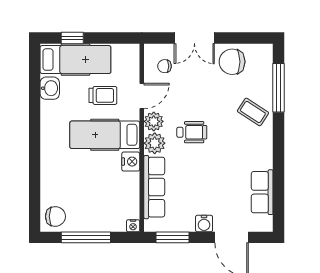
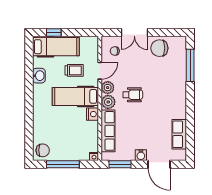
washbasin: (50, 88) -> (39, 76), moved
coffee table: (253, 112) -> (173, 81), removed

